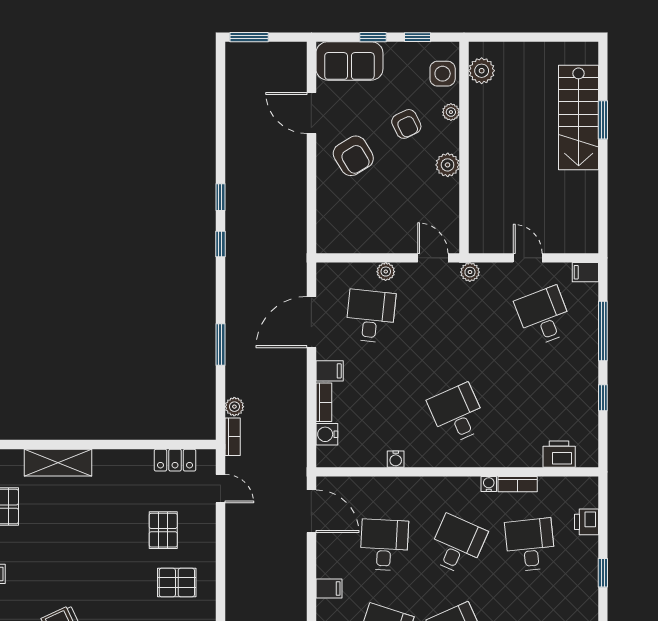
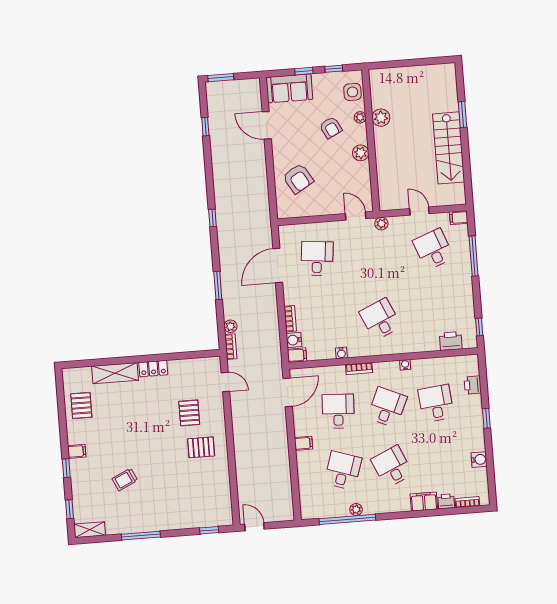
plant: (482, 71) -> (381, 118), moved
stairs: (579, 118) -> (449, 148), moved
armchair: (353, 156) -> (298, 179), moved
window: (220, 197) -> (205, 127), moved
plant: (386, 272) -> (325, 228), removed
filing cabinet: (330, 371) -> (297, 355), moved
window: (603, 398) -> (479, 327), moved
locker: (175, 460) -> (153, 368), moved
bookcase: (518, 484) -> (359, 369), moved
door: (311, 511) -> (288, 392), hinge flipped

